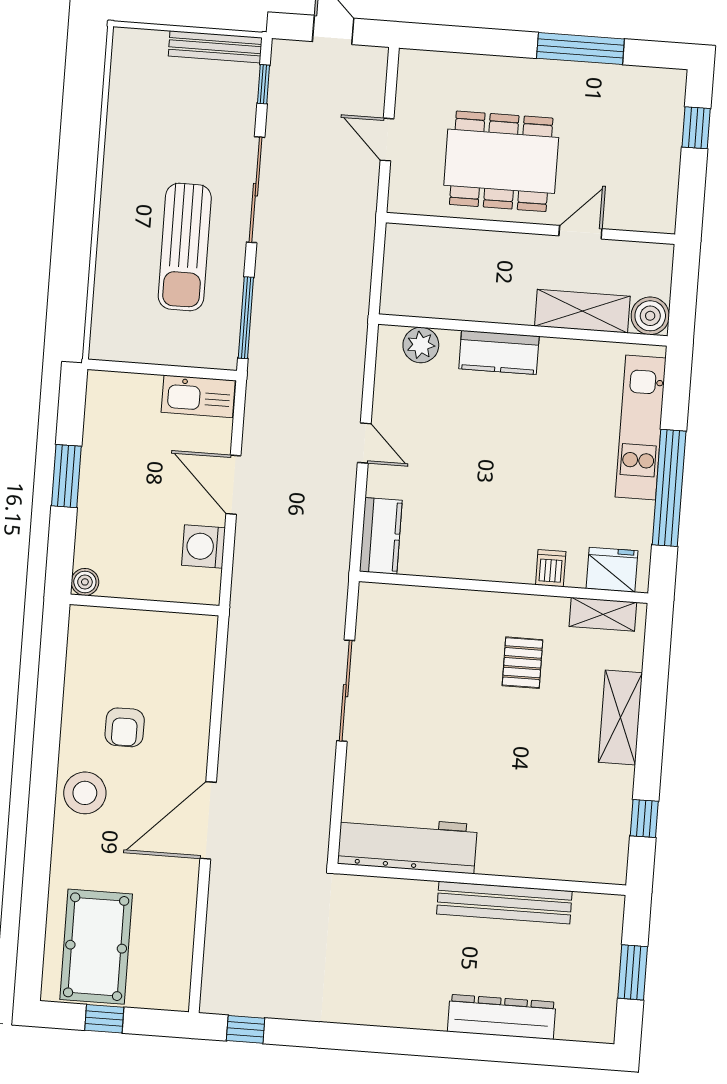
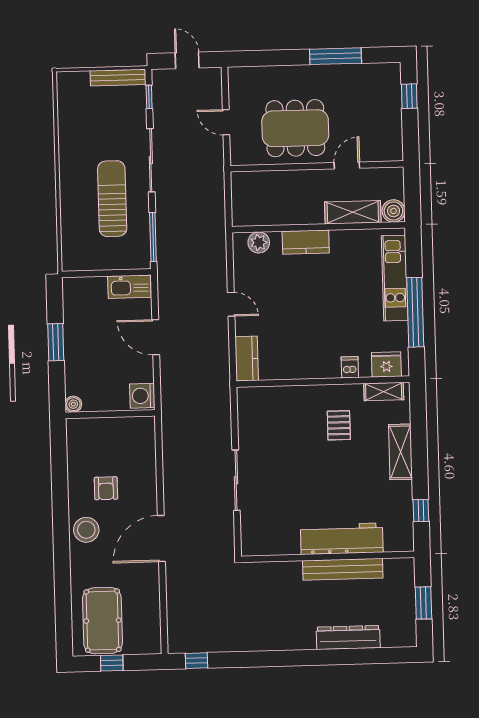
sun lounger: (185, 247) -> (112, 199), turned 180
washing machine: (203, 546) -> (142, 396), moved
sliding door: (346, 691) -> (236, 480), moved
workbench: (407, 844) -> (342, 539), moved

